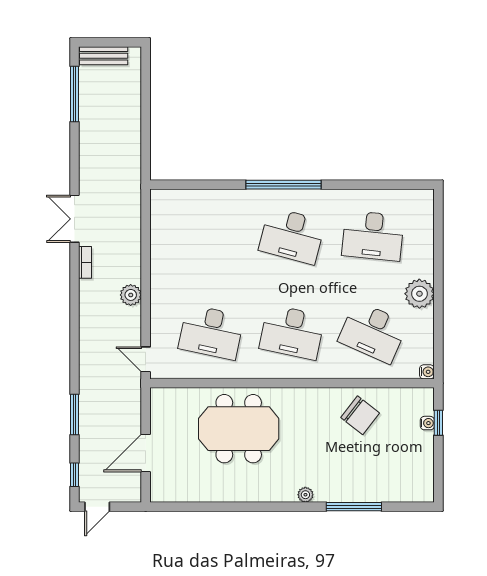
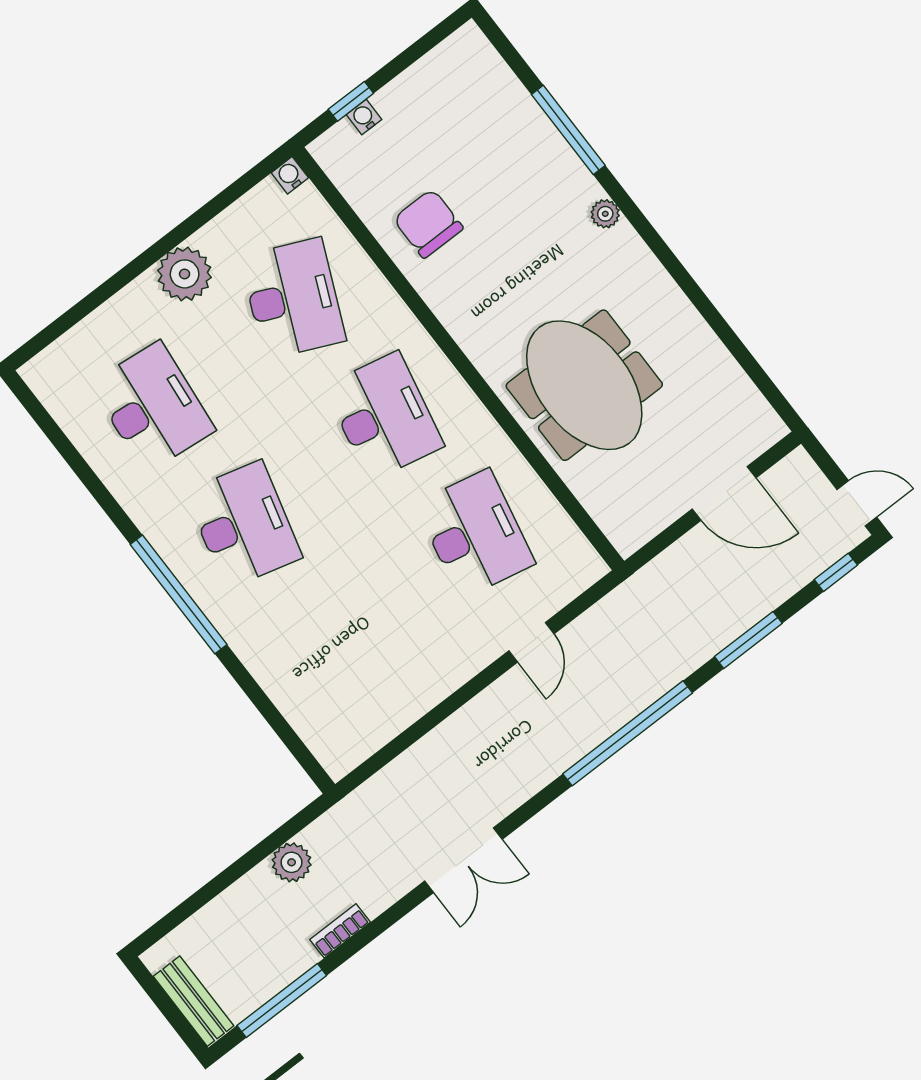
bookcase: (85, 262) -> (340, 931), moved
plant: (131, 295) -> (292, 862), moved
window: (75, 332) -> (628, 733), added
door: (146, 359) -> (532, 642), moved
chair: (360, 415) -> (428, 224), turned -38

